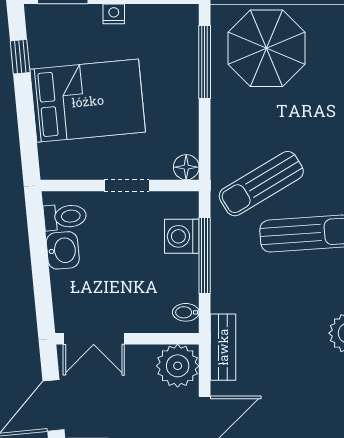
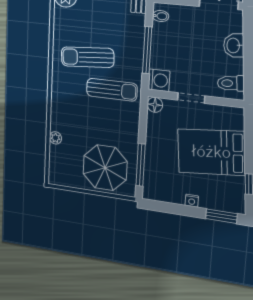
sun lounger: (261, 184) -> (112, 90), turned 31
washing machine: (182, 236) -> (159, 80), moved
washbasin: (63, 250) -> (234, 45), moved

